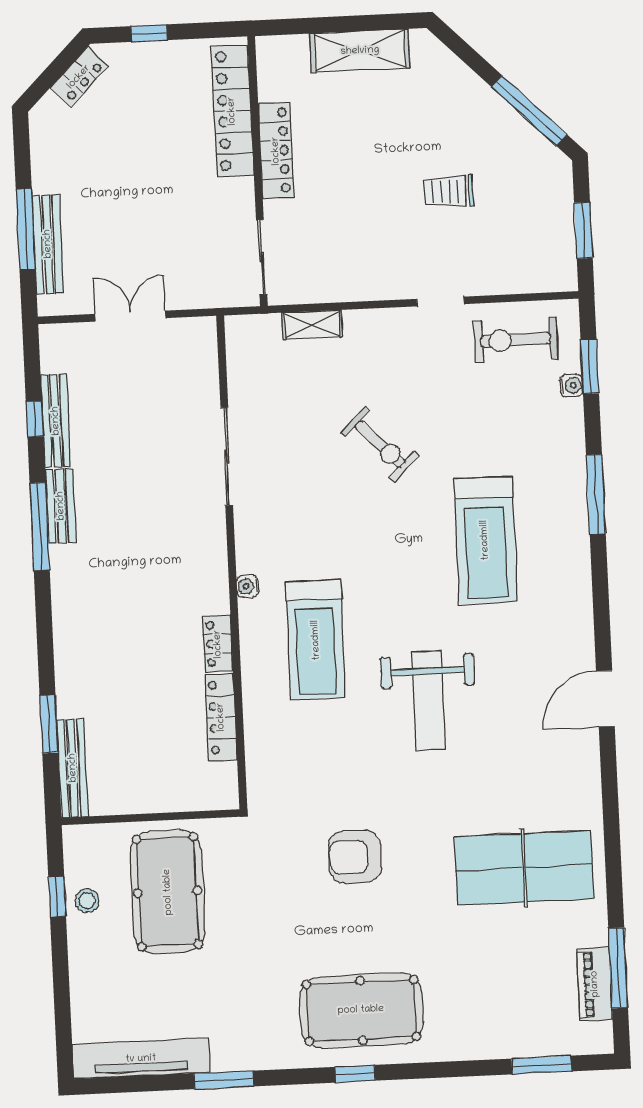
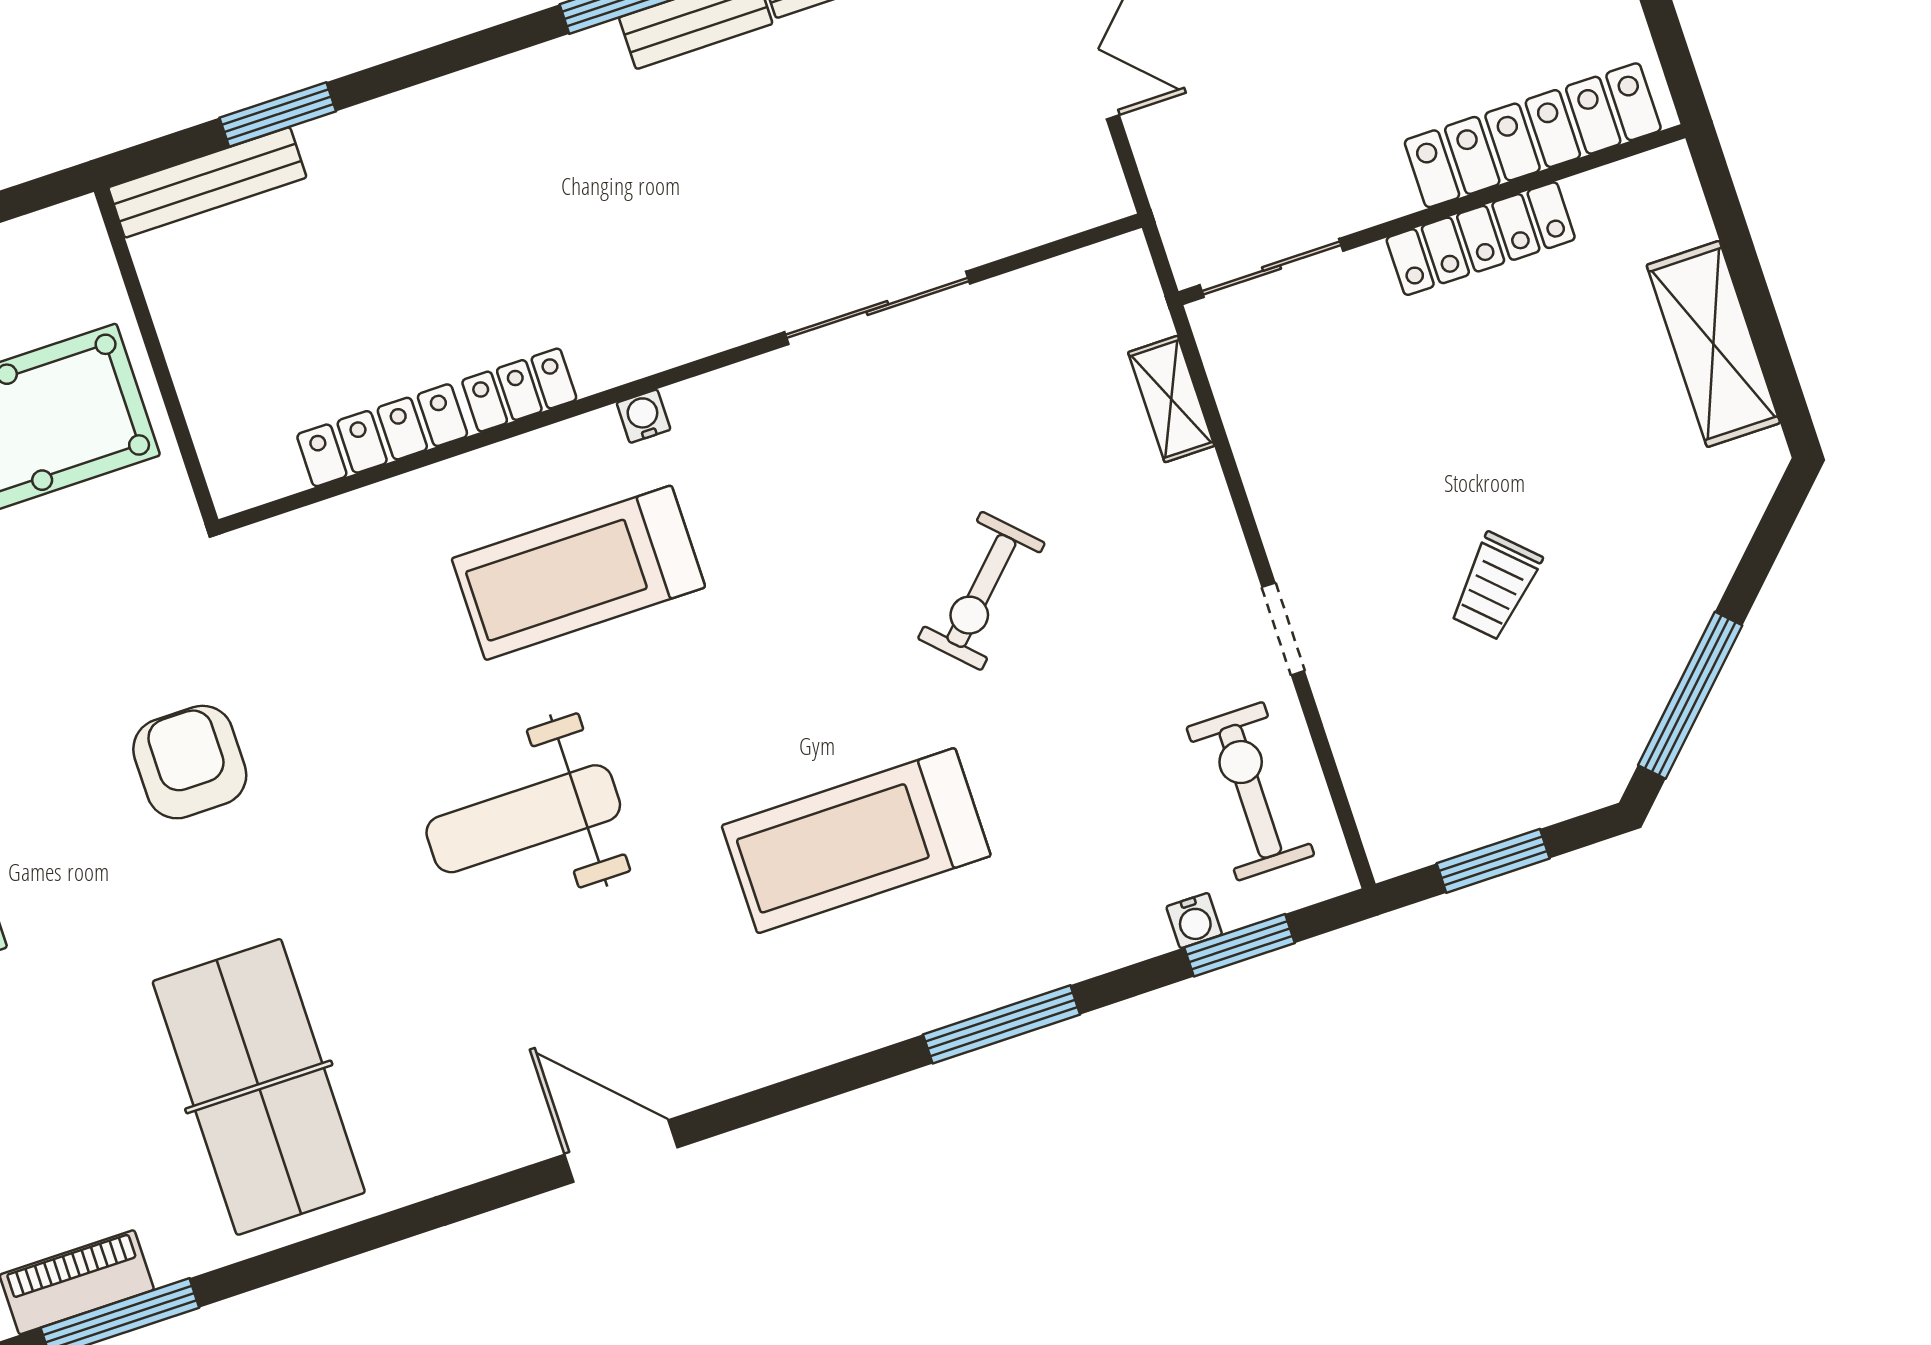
trolley: (449, 191) -> (1495, 586), turned -136

